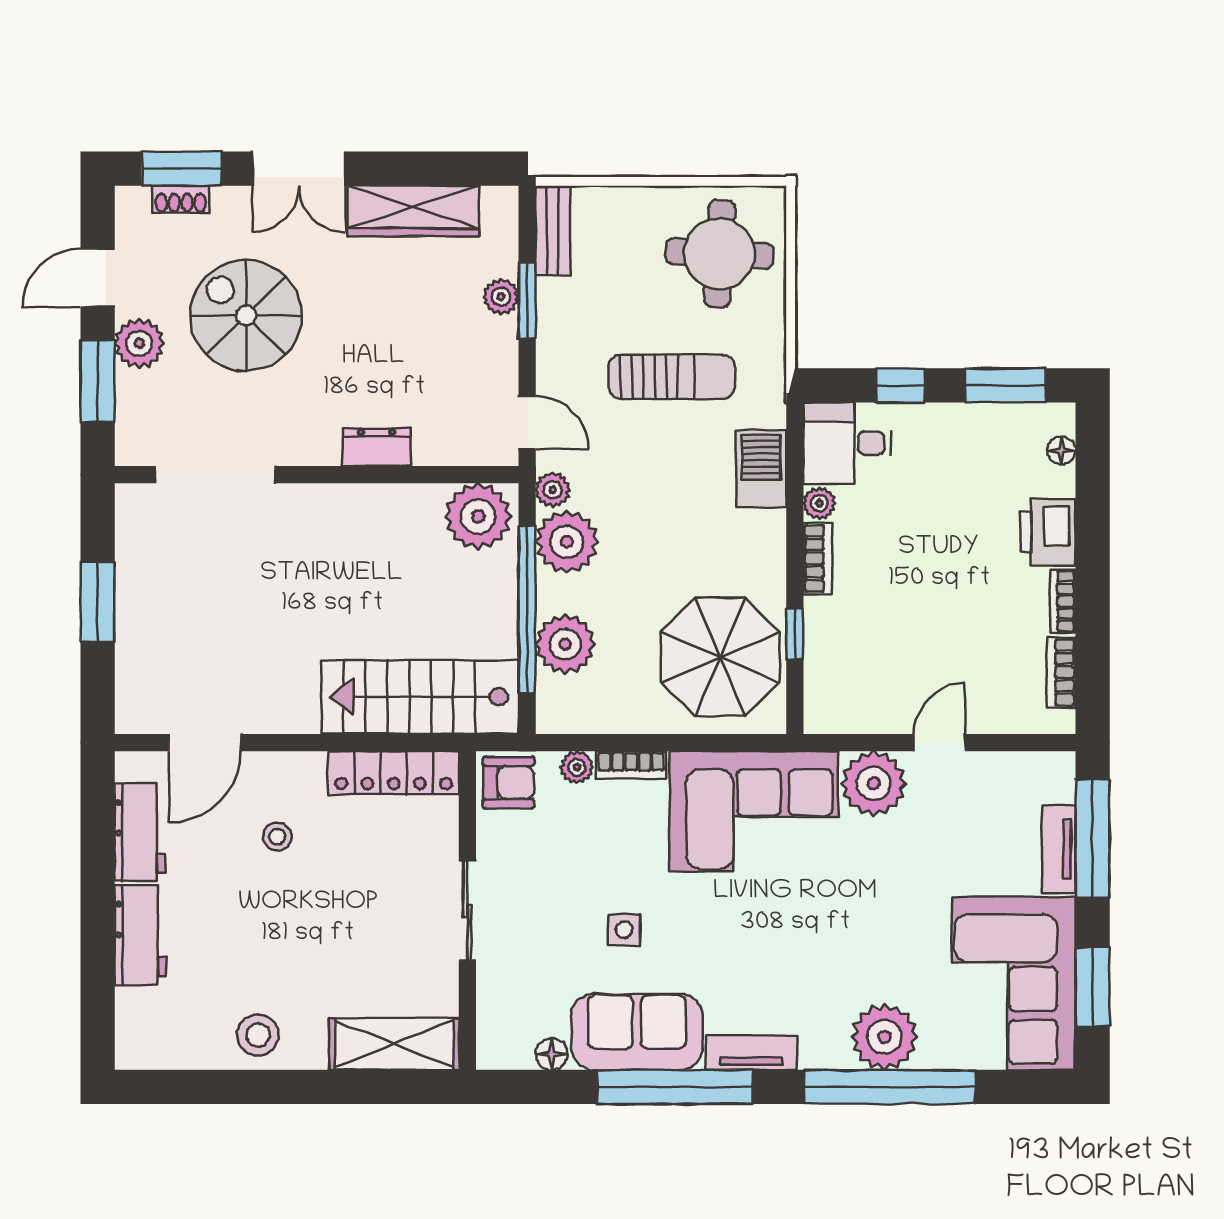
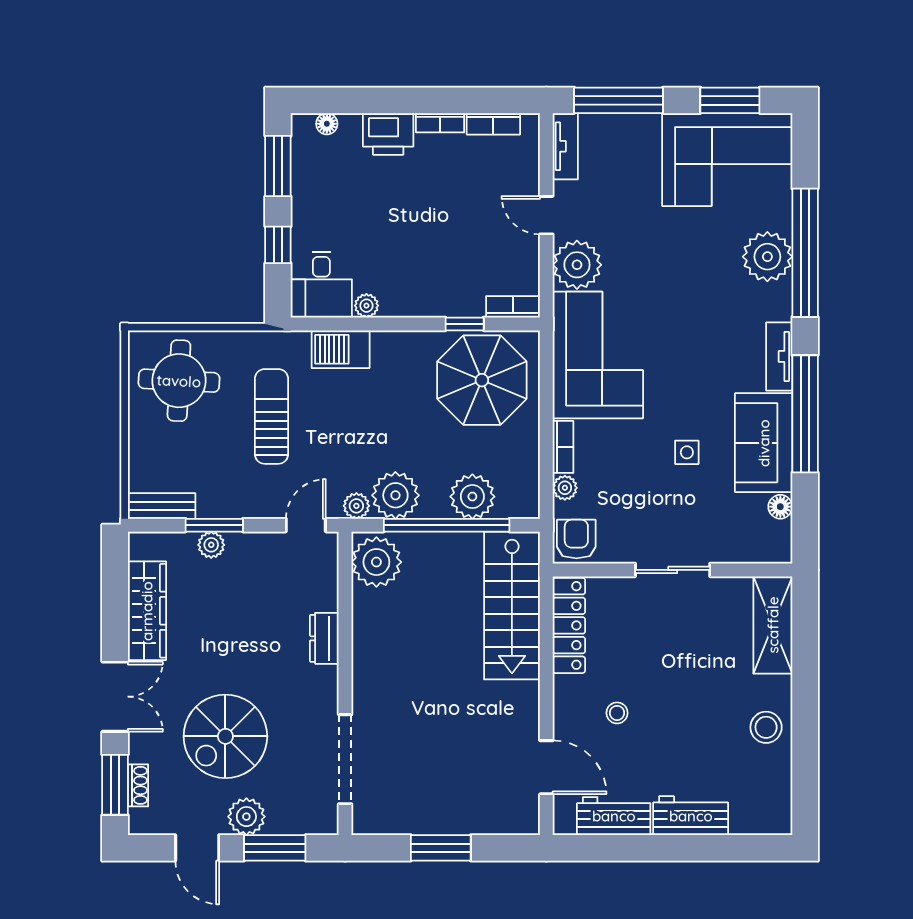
bookcase: (818, 558) -> (513, 307), moved
tv unit: (1059, 849) -> (565, 146), moved, turned -90

